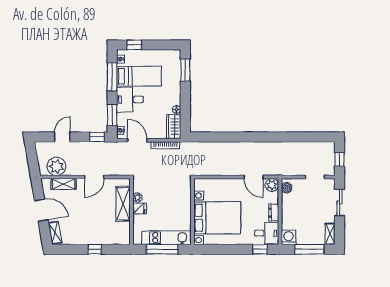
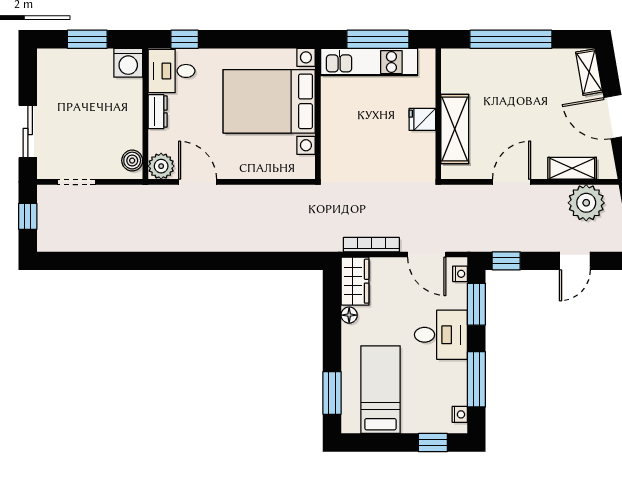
bed: (139, 76) -> (380, 390), moved, turned 90
plant: (137, 197) -> (426, 141), removed
shelving: (330, 234) -> (46, 70), removed
window: (95, 249) -> (511, 39), width x3.17
window: (309, 249) -> (87, 39), width x0.69

